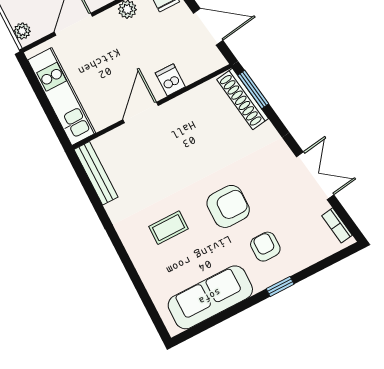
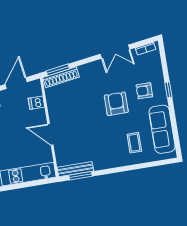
dishwasher: (170, 80) -> (36, 103), moved
double door: (315, 176) -> (115, 52), swing flipped
window: (88, 186) -> (81, 176), added
coffee table: (168, 228) -> (134, 143), moved

